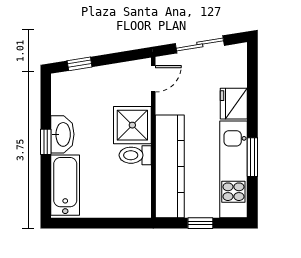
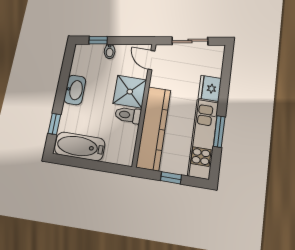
bidet: (97, 76) -> (110, 51), added
door: (153, 79) -> (151, 60), swing flipped
window: (46, 142) -> (54, 124), moved
bathtub: (65, 185) -> (80, 146), moved, turned -90

